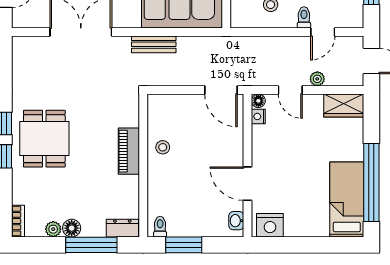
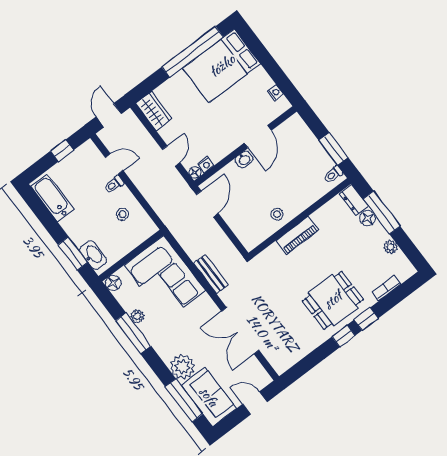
plant: (317, 79) -> (149, 143), removed
bed: (347, 199) -> (222, 66), width x1.50
bookcase: (18, 221) -> (386, 288), moved
washbasin: (236, 221) -> (244, 159), moved
nightstand: (270, 225) -> (275, 93), width x0.53, depth x0.56
floor lamp: (72, 228) -> (368, 218), moved

